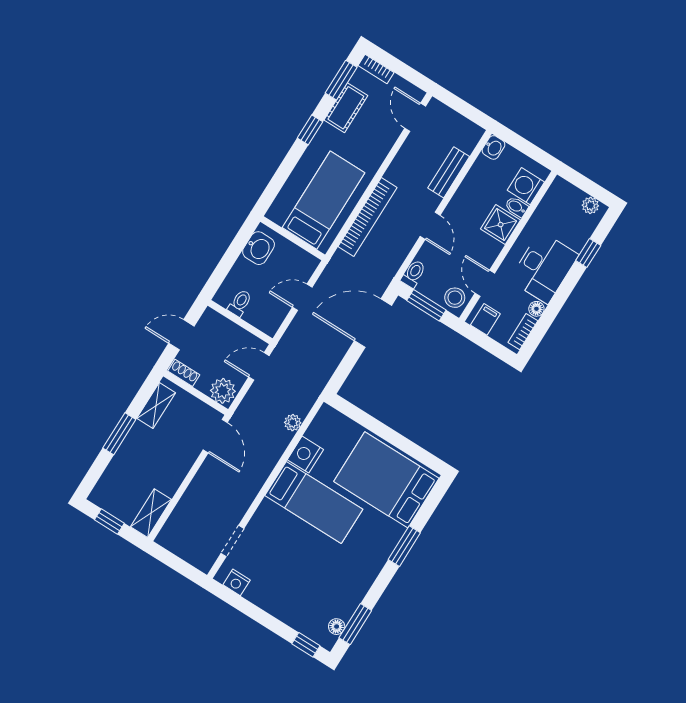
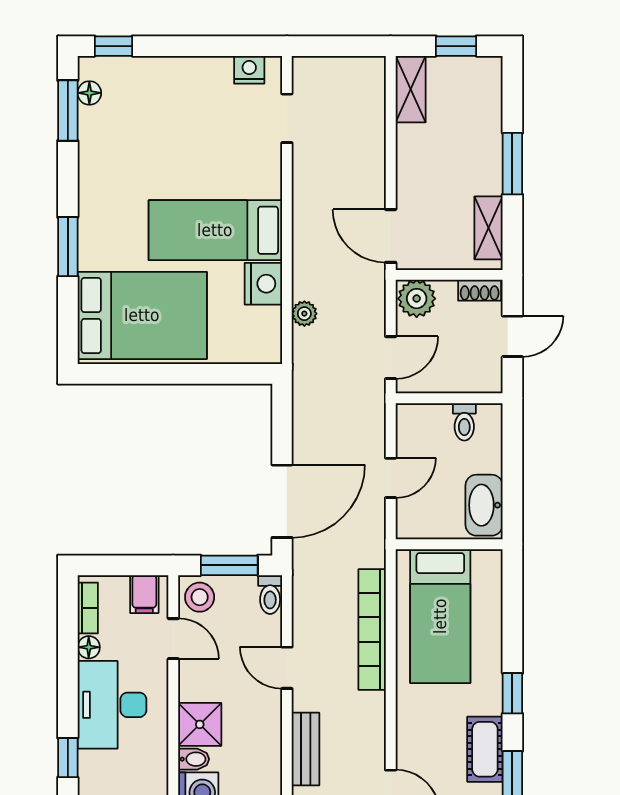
washbasin: (259, 248) -> (484, 505), width x1.38

